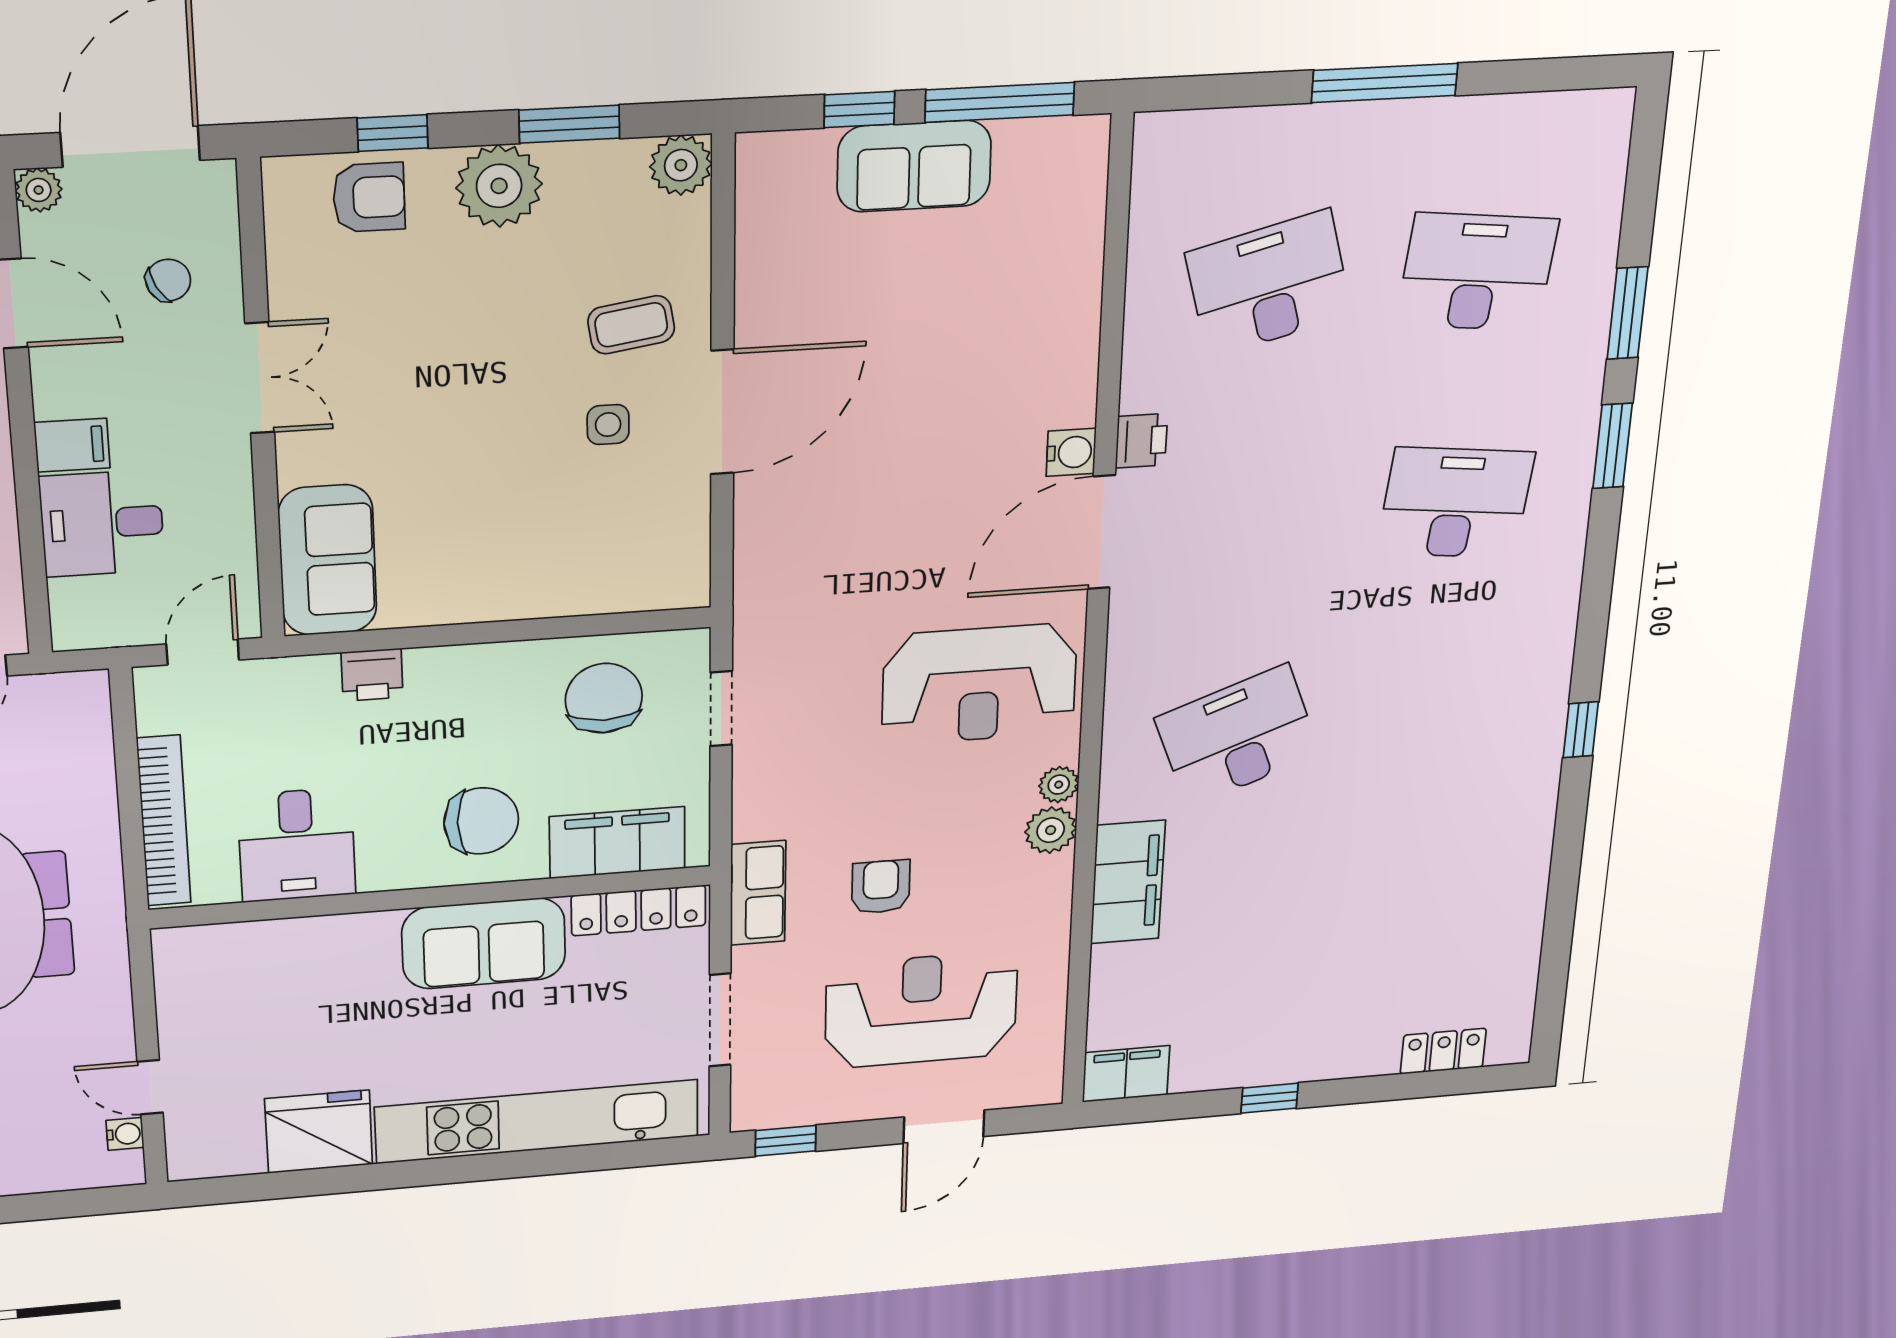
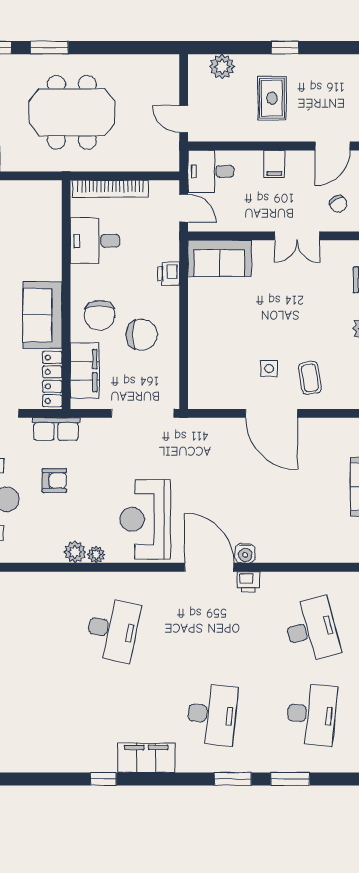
desk: (102, 523) -> (211, 171), moved, turned -90
chair: (604, 698) -> (142, 335), moved
doorway: (721, 709) -> (143, 413), width x1.87
desk: (1238, 736) -> (113, 630), turned 33
filing cabinet: (1128, 882) -> (146, 758), moved, turned 180

